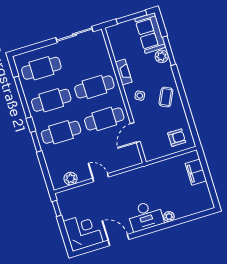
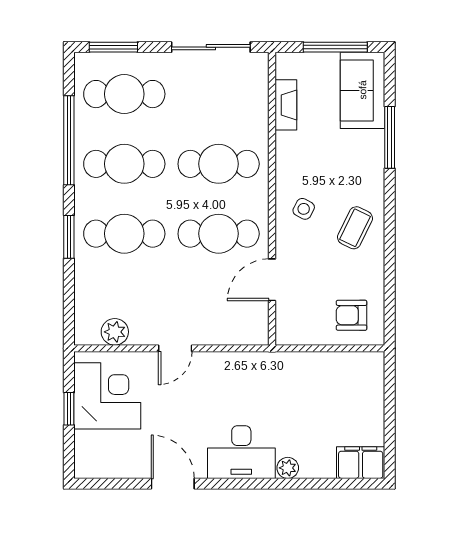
window: (30, 48) -> (113, 47), added
plant: (162, 56) -> (371, 144), removed
fireplace: (124, 72) -> (286, 105), moved
armchair: (177, 138) -> (352, 315), turned 180
filing cabinet: (196, 172) -> (361, 463), moved, turned 90
door: (101, 178) -> (175, 348), swing flipped
window: (57, 208) -> (69, 409), moved
corner desk: (83, 232) -> (107, 396), moved

